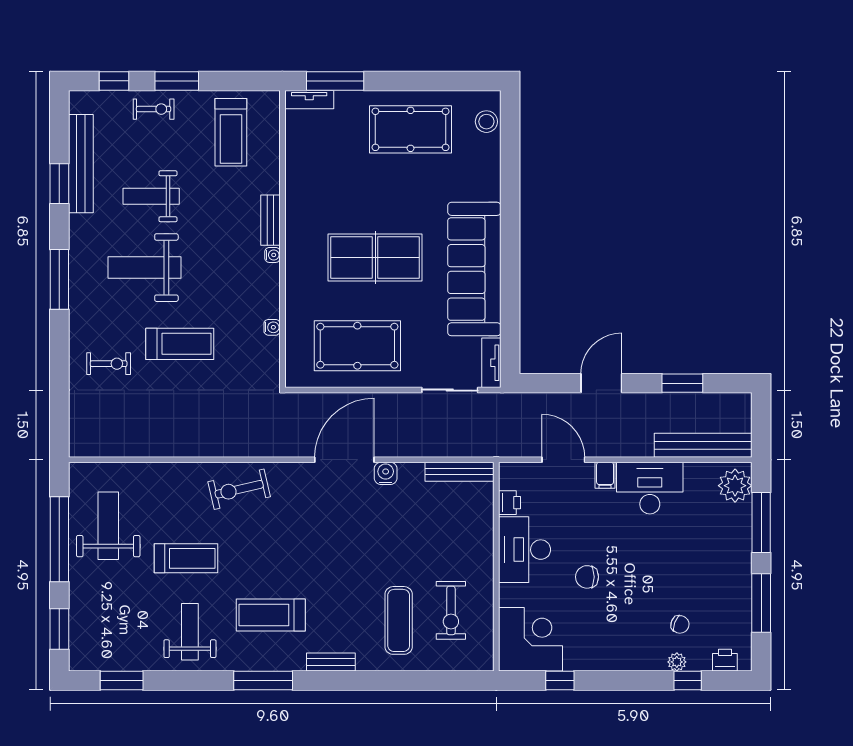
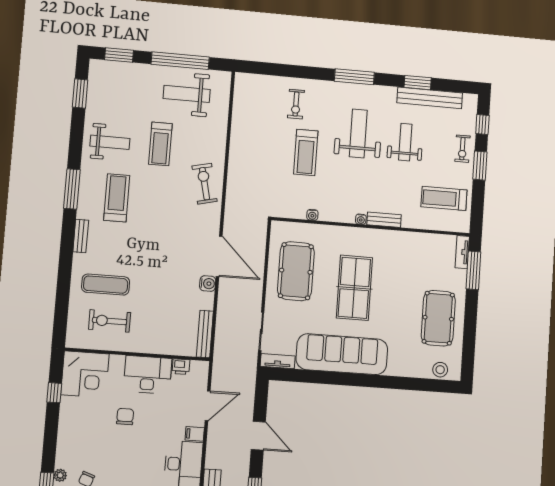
weight bench: (108, 526) -> (187, 94), turned 180

